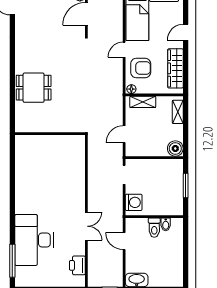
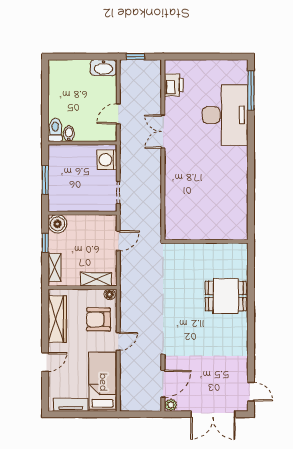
window: (186, 133) -> (45, 243), added
toilet: (154, 228) -> (55, 130), moved
door: (124, 241) -> (118, 114), swing flipped

